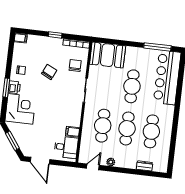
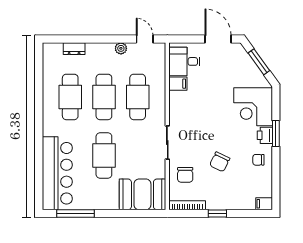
door: (93, 167) -> (145, 39), swing flipped

